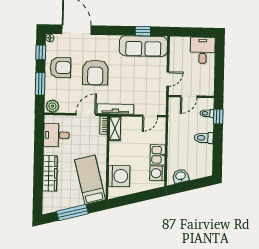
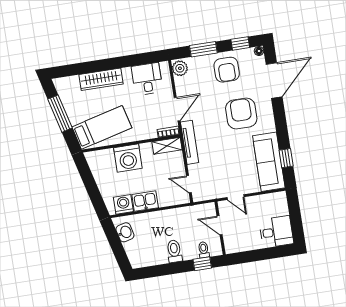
armchair: (95, 72) -> (241, 113), moved, turned 90
door: (86, 115) -> (177, 109), hinge flipped
washing machine: (119, 176) -> (128, 158), moved

